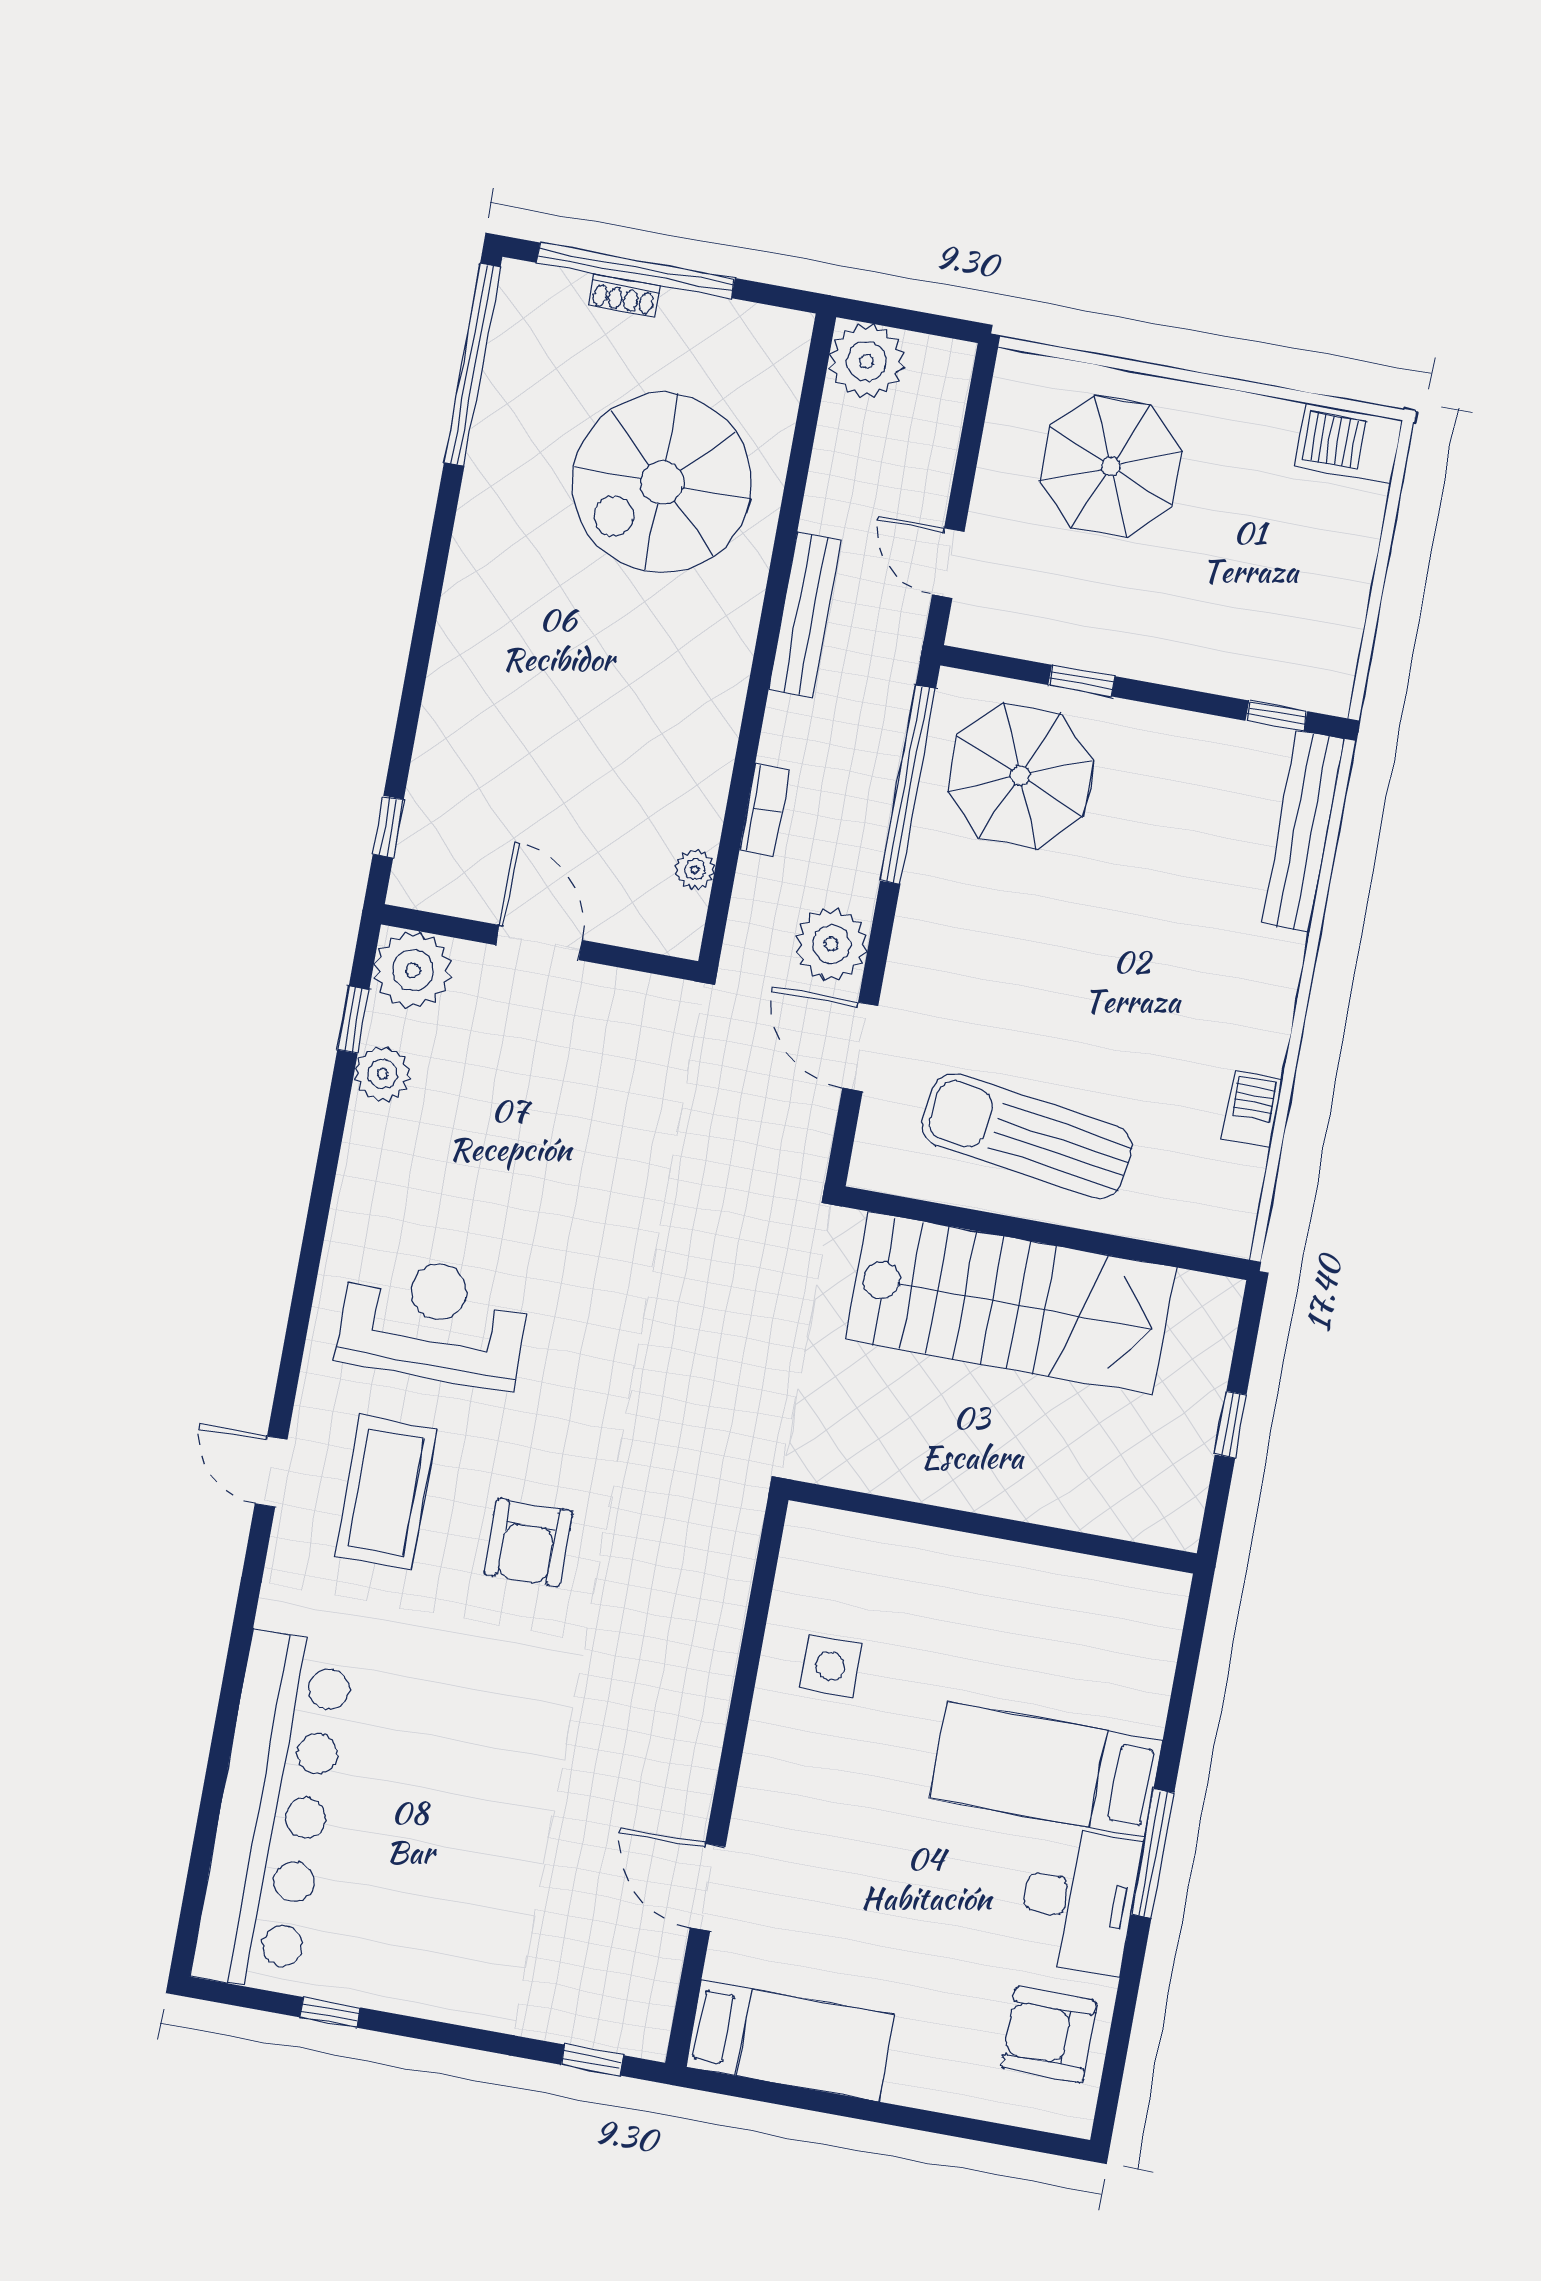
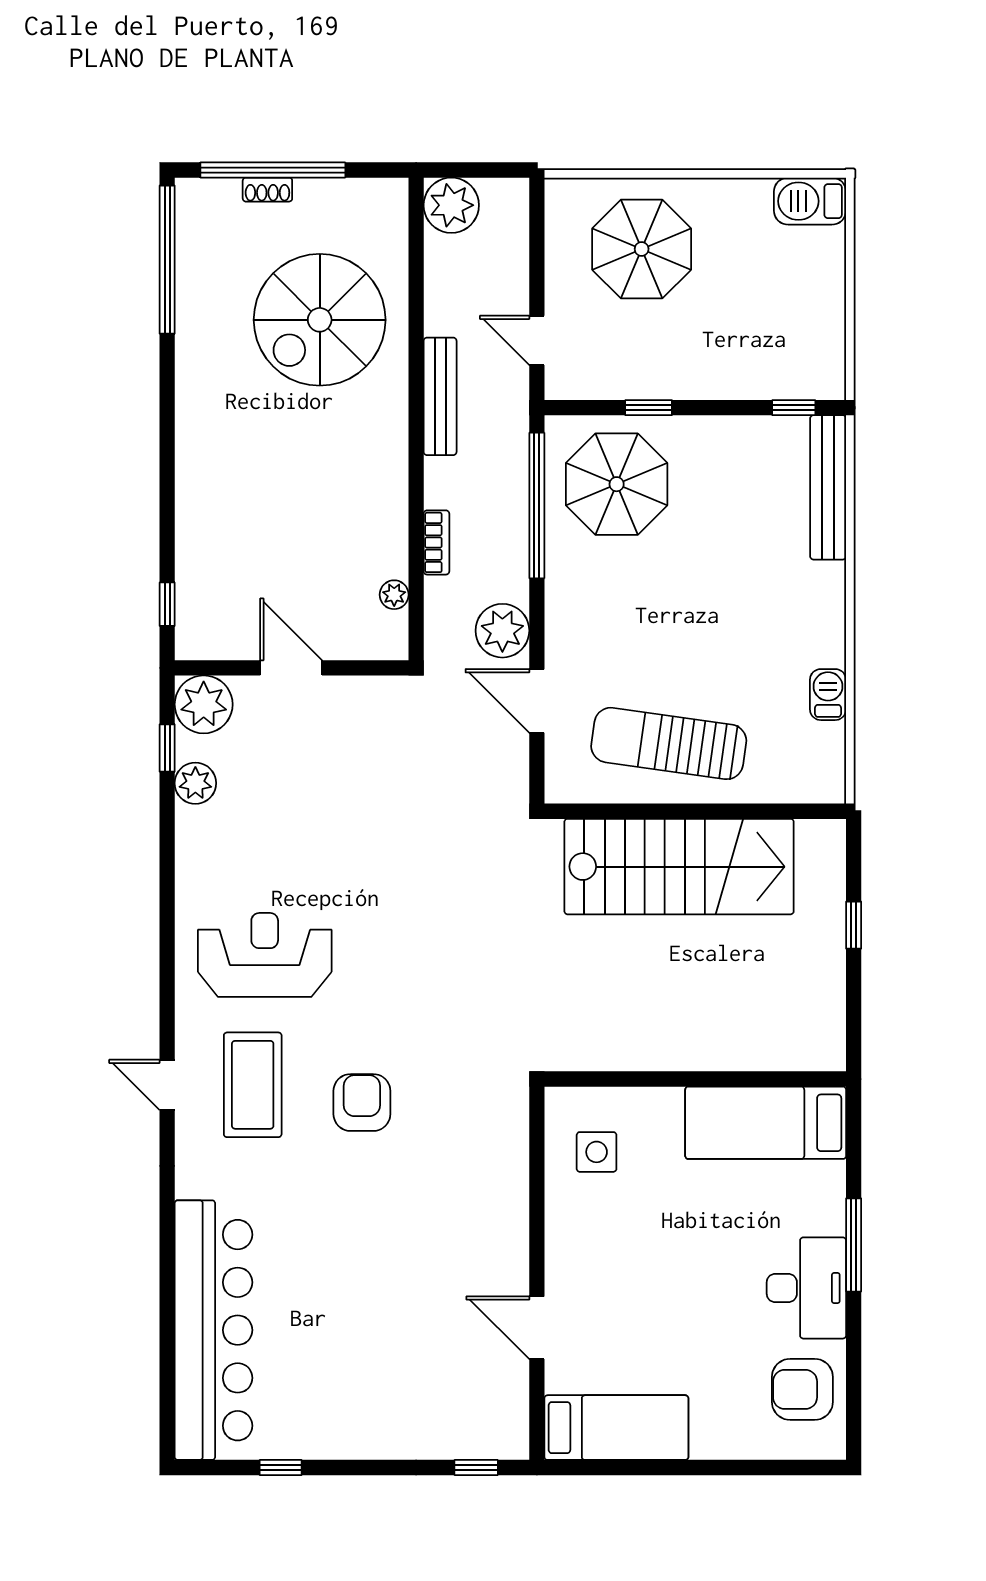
wall: (993, 1527) -> (695, 1079), moved
armchair: (528, 1543) -> (362, 1103), turned 180
bed: (1046, 1769) -> (766, 1123), moved

